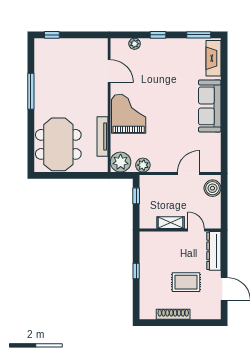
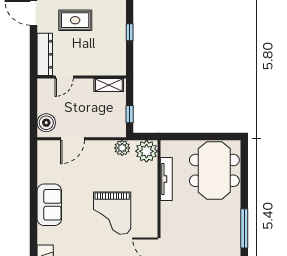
sofa: (210, 106) -> (49, 205), width x0.73
grand piano: (129, 114) -> (112, 213), moved
shelving: (171, 223) -> (109, 85), moved
door: (196, 230) -> (64, 77), hinge flipped

